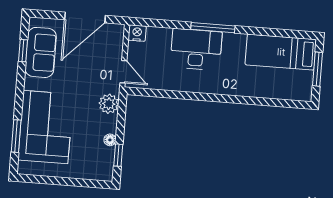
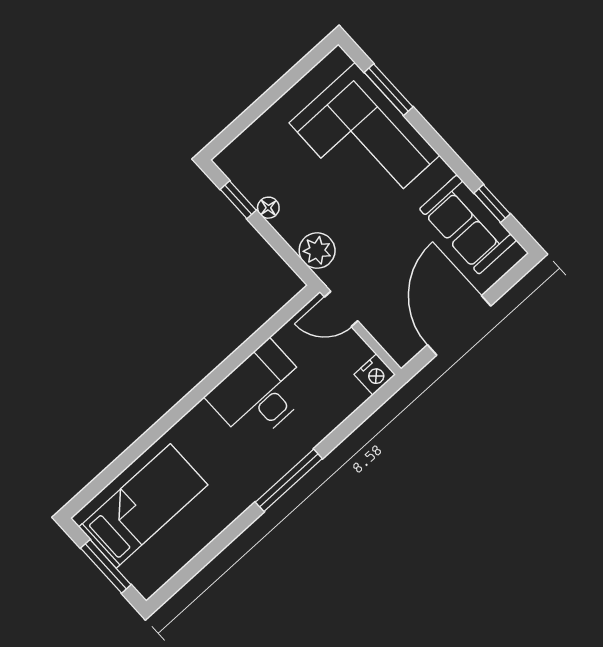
desk: (196, 49) -> (260, 393), moved, turned 180
bed: (281, 52) -> (143, 506), moved

